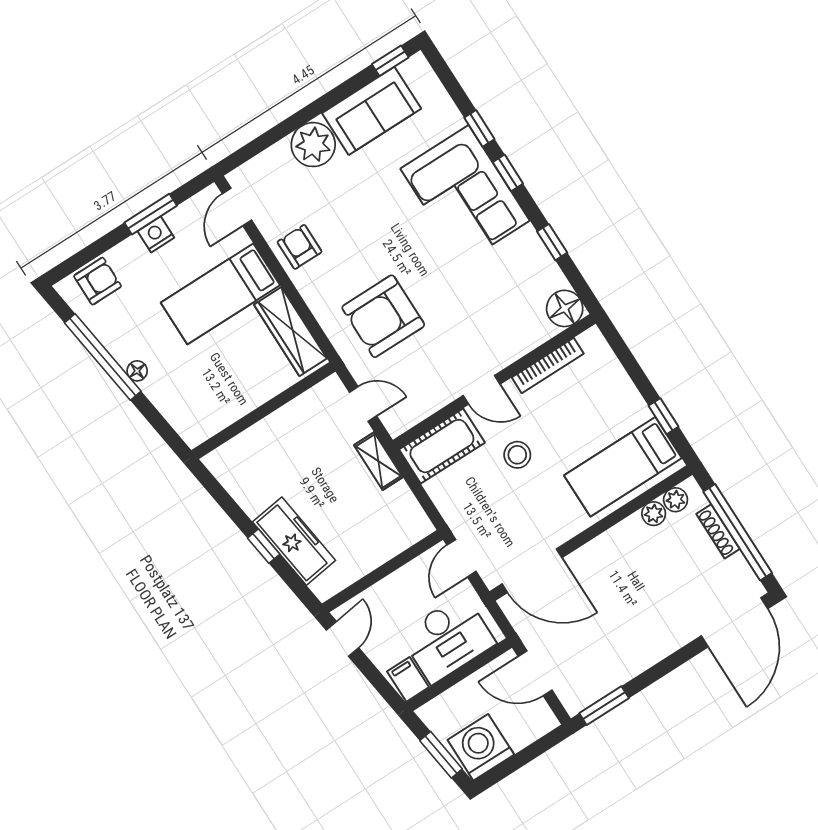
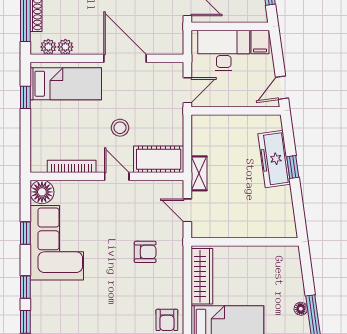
corner sofa: (465, 195) -> (57, 243), moved
armchair: (383, 316) -> (145, 252), width x0.53, depth x0.53
door: (532, 571) -> (125, 58), moved

